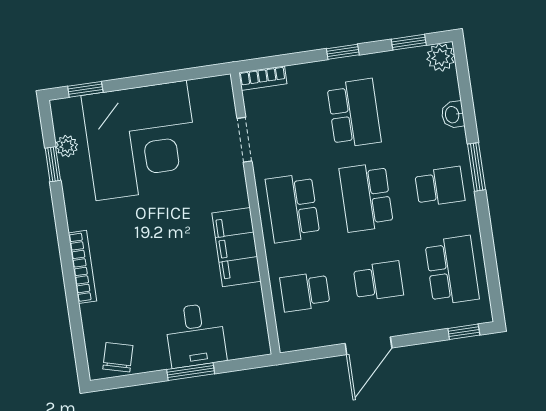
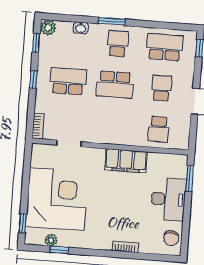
school desk: (293, 208) -> (112, 126), removed
bookcase: (82, 267) -> (125, 247), width x0.64
desk: (195, 335) -> (168, 199), width x1.37
chair: (118, 357) -> (171, 238), turned -105
window: (191, 372) -> (189, 178), moved

